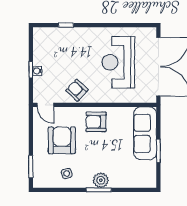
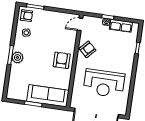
row of seats: (40, 51) -> (121, 26), added
reception desk: (118, 62) -> (104, 83), turned 180
armchair: (62, 140) -> (27, 16), moved, width x0.53, depth x0.53

